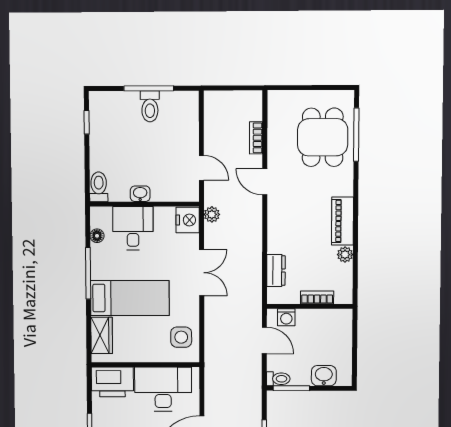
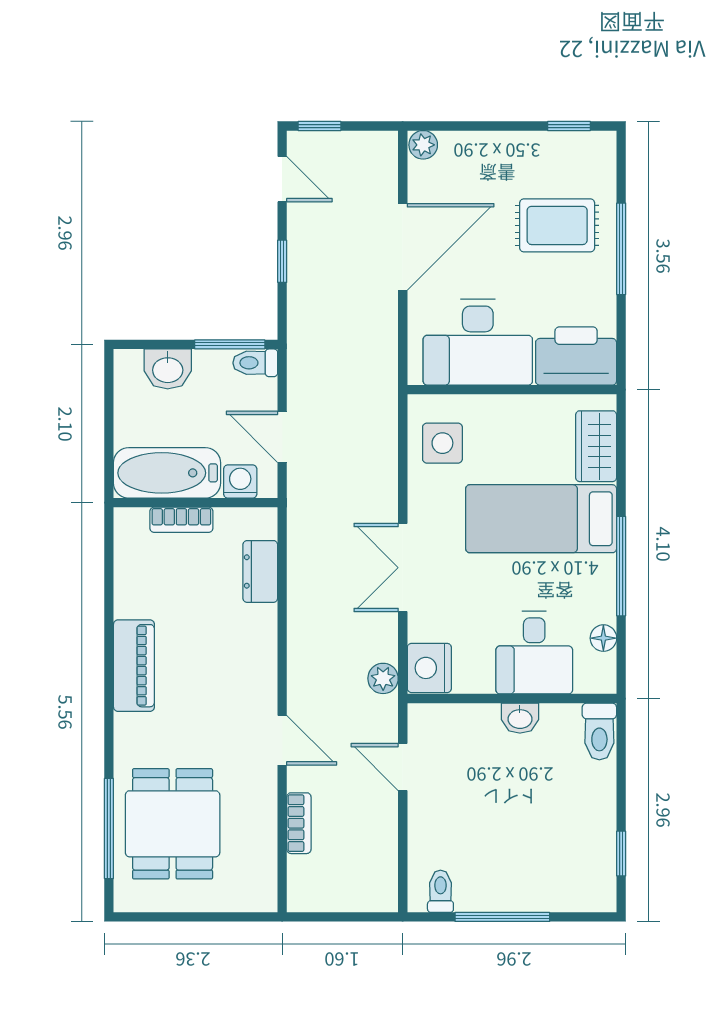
toilet: (150, 106) -> (440, 891), moved, width x0.73, depth x0.72
plant: (345, 255) -> (129, 602), removed
bathtub: (324, 322) -> (167, 473), added

